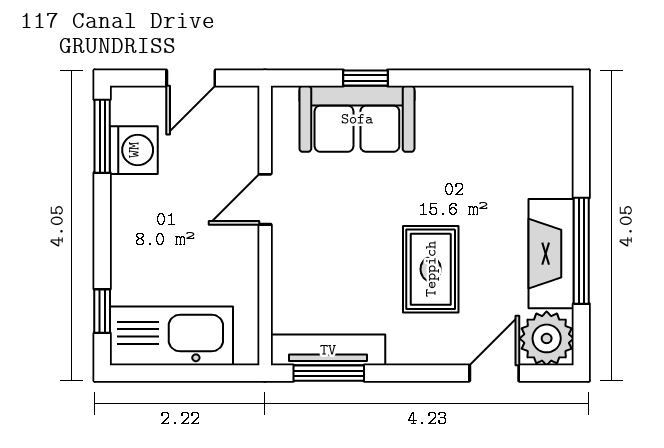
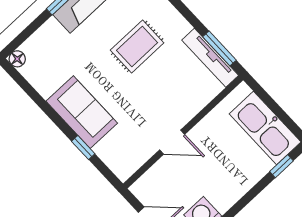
floor lamp: (559, 100) -> (17, 59), added
sofa: (357, 119) -> (82, 112), moved

